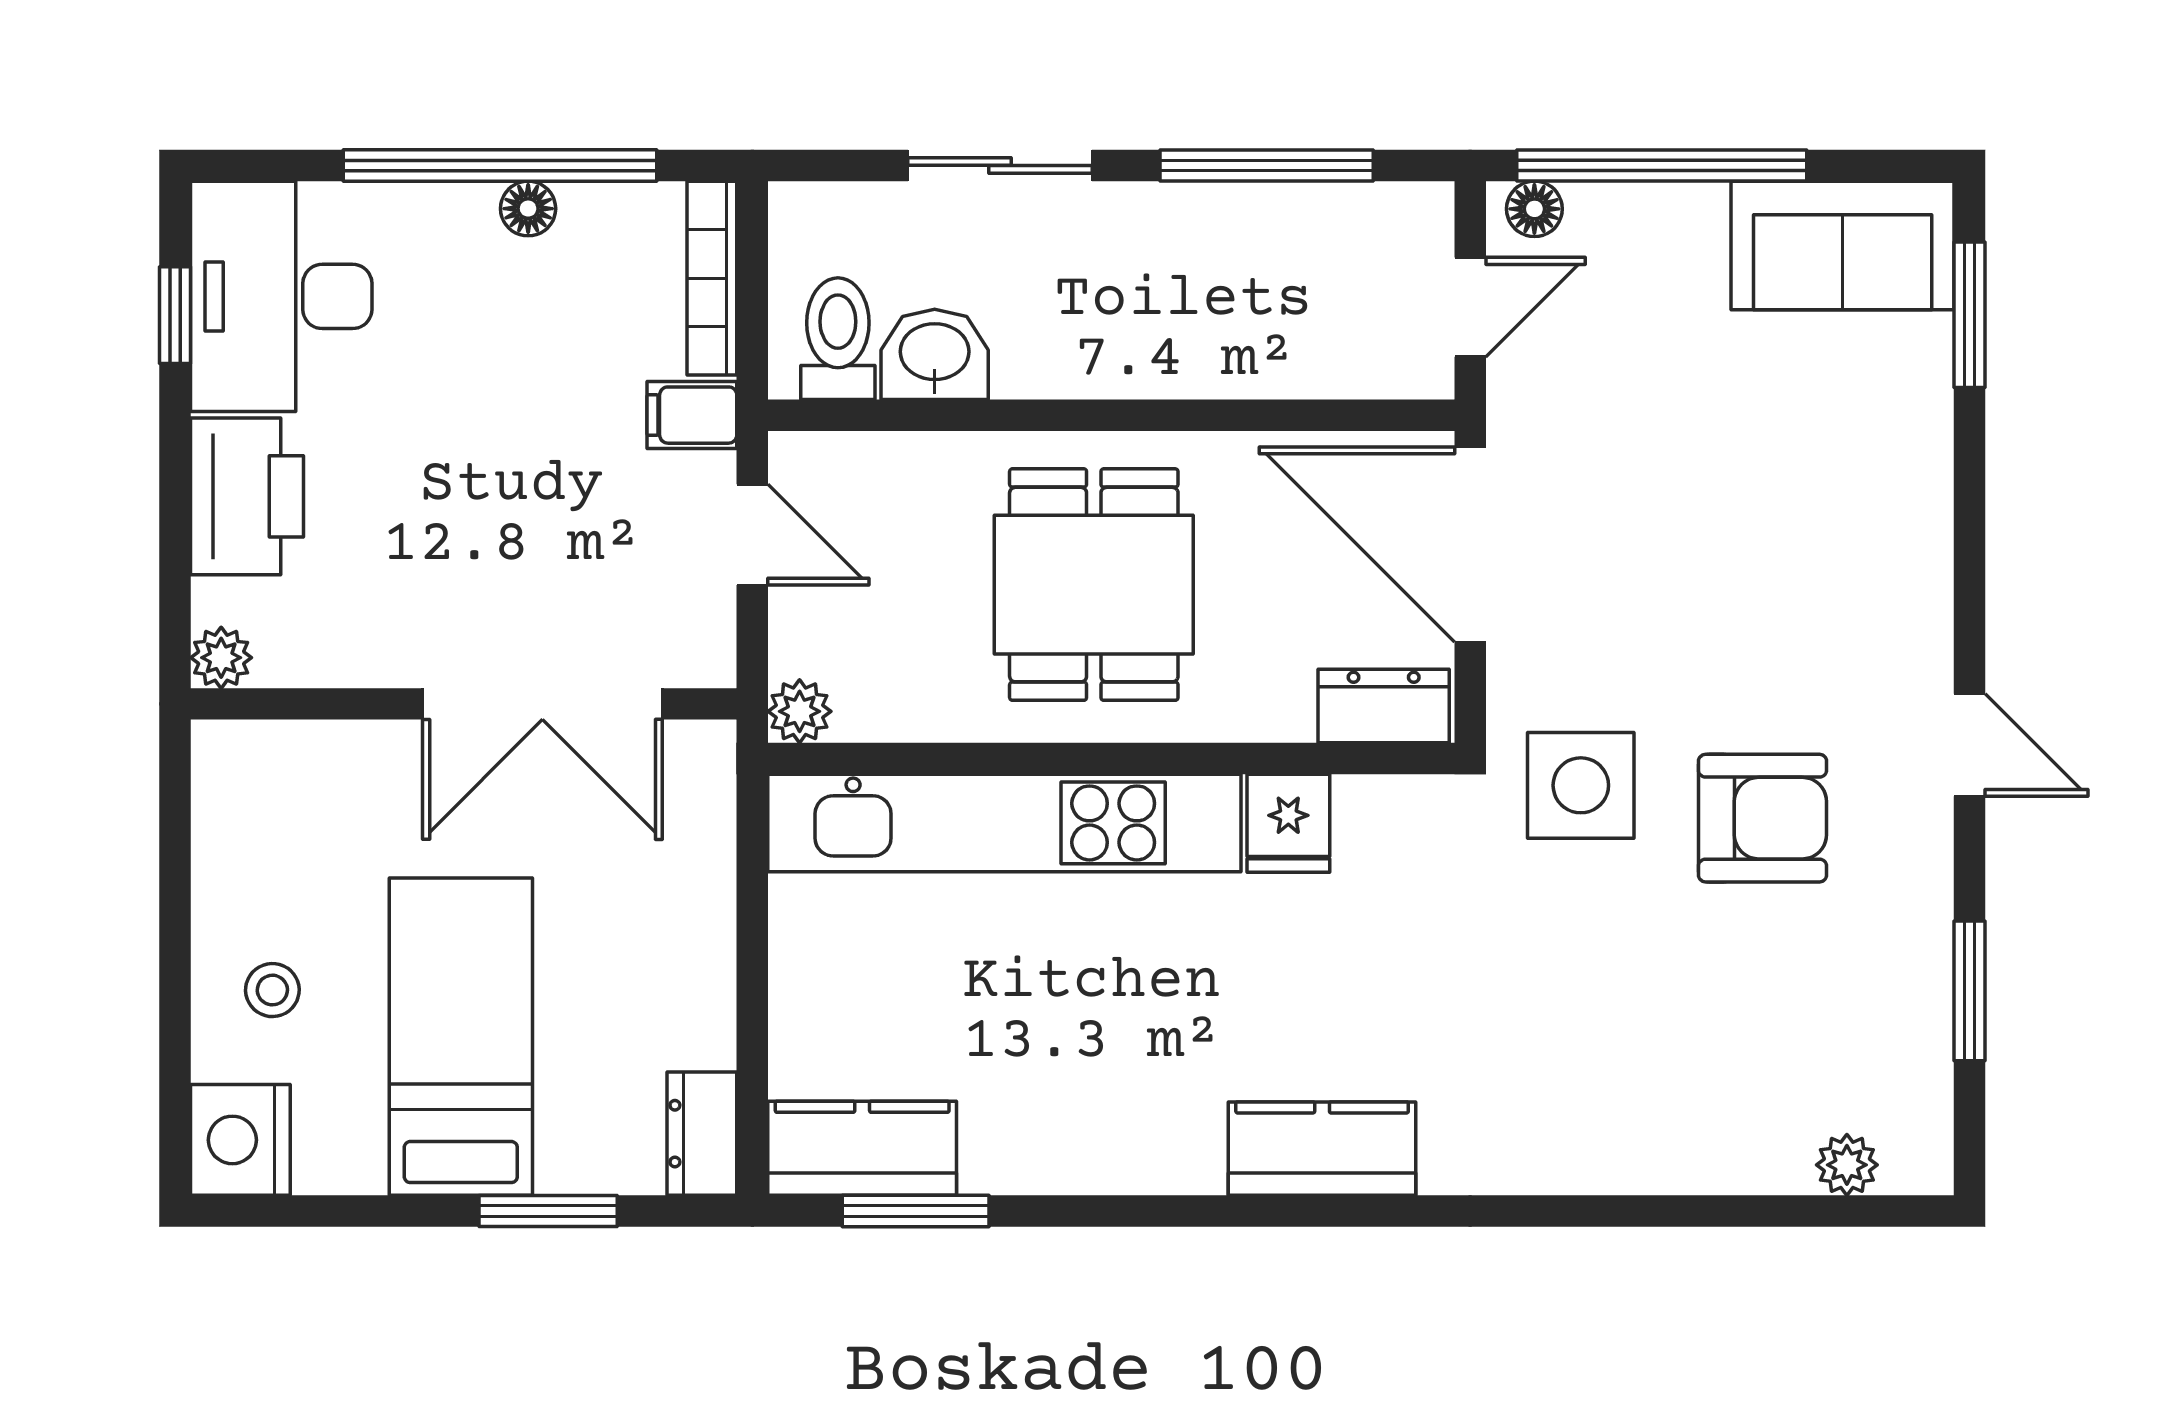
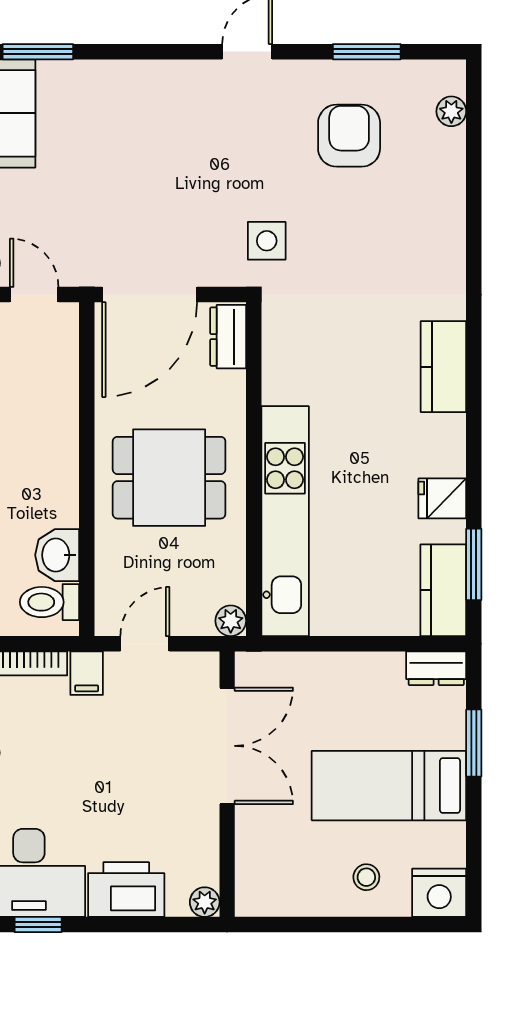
side table: (1581, 785) -> (267, 241), width x0.73, depth x0.73
armchair: (1763, 818) -> (349, 136), moved
fridge: (1288, 823) -> (442, 498), moved, turned 180

